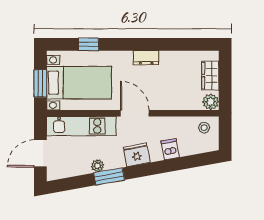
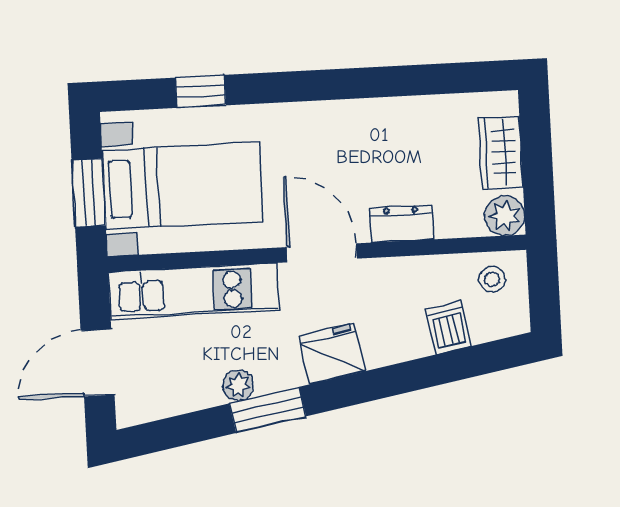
dresser: (146, 58) -> (401, 224), moved, turned 180
dishwasher: (170, 149) -> (449, 327), moved

